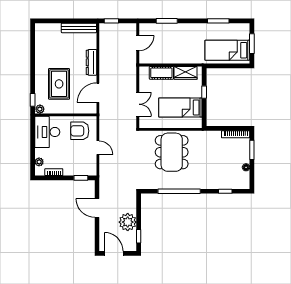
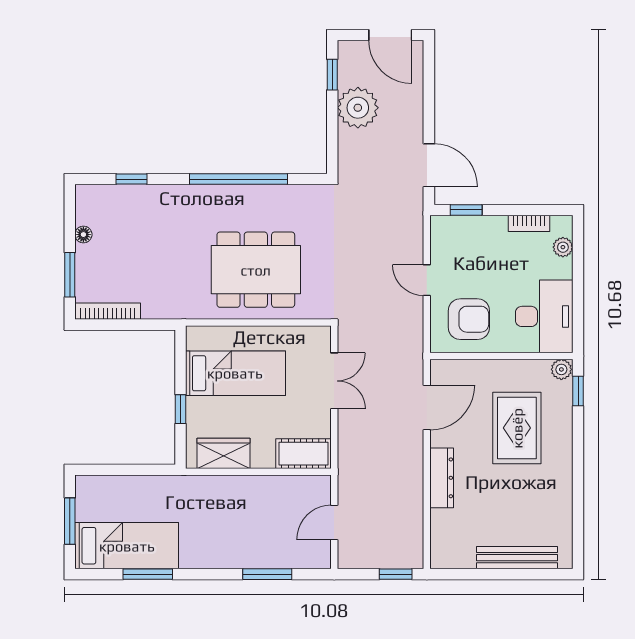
bench: (79, 28) -> (517, 558), moved
bed: (227, 50) -> (127, 546), moved
cot: (161, 73) -> (303, 454), moved
double door: (138, 104) -> (334, 381), swing flipped
dining table: (172, 152) -> (256, 270), turned 90
door: (97, 208) -> (429, 165), moved

